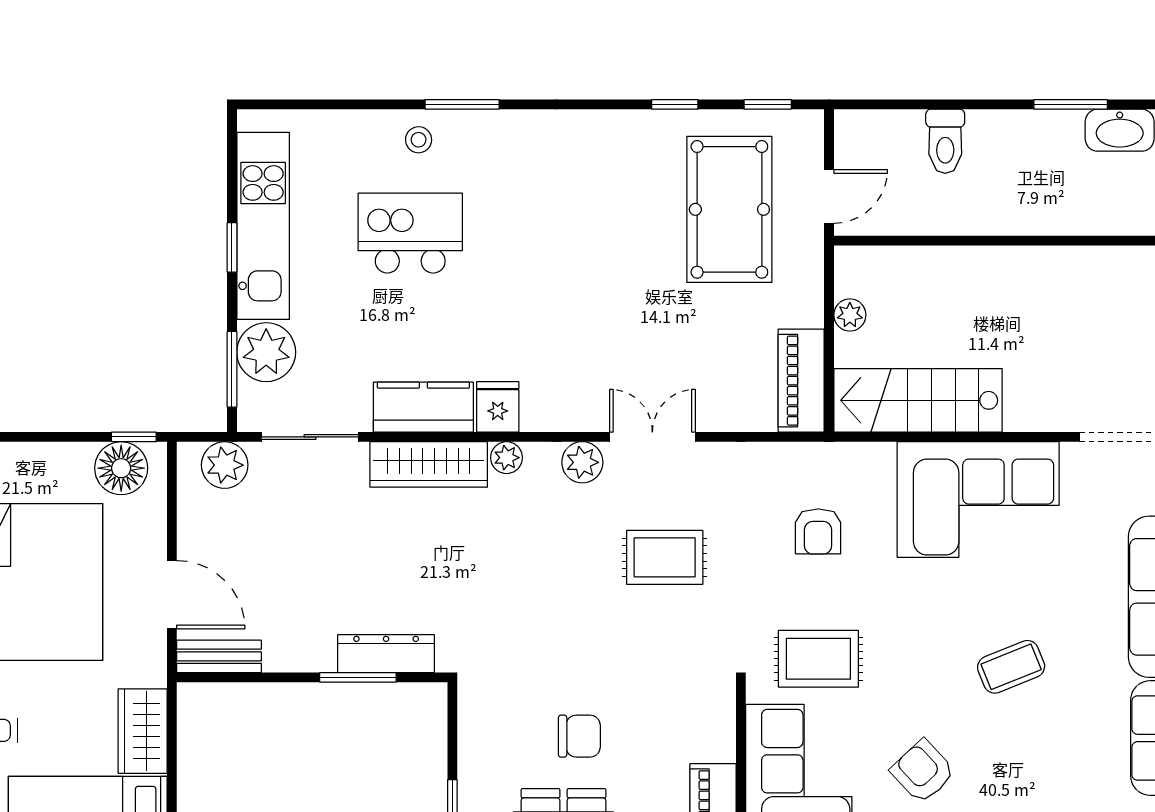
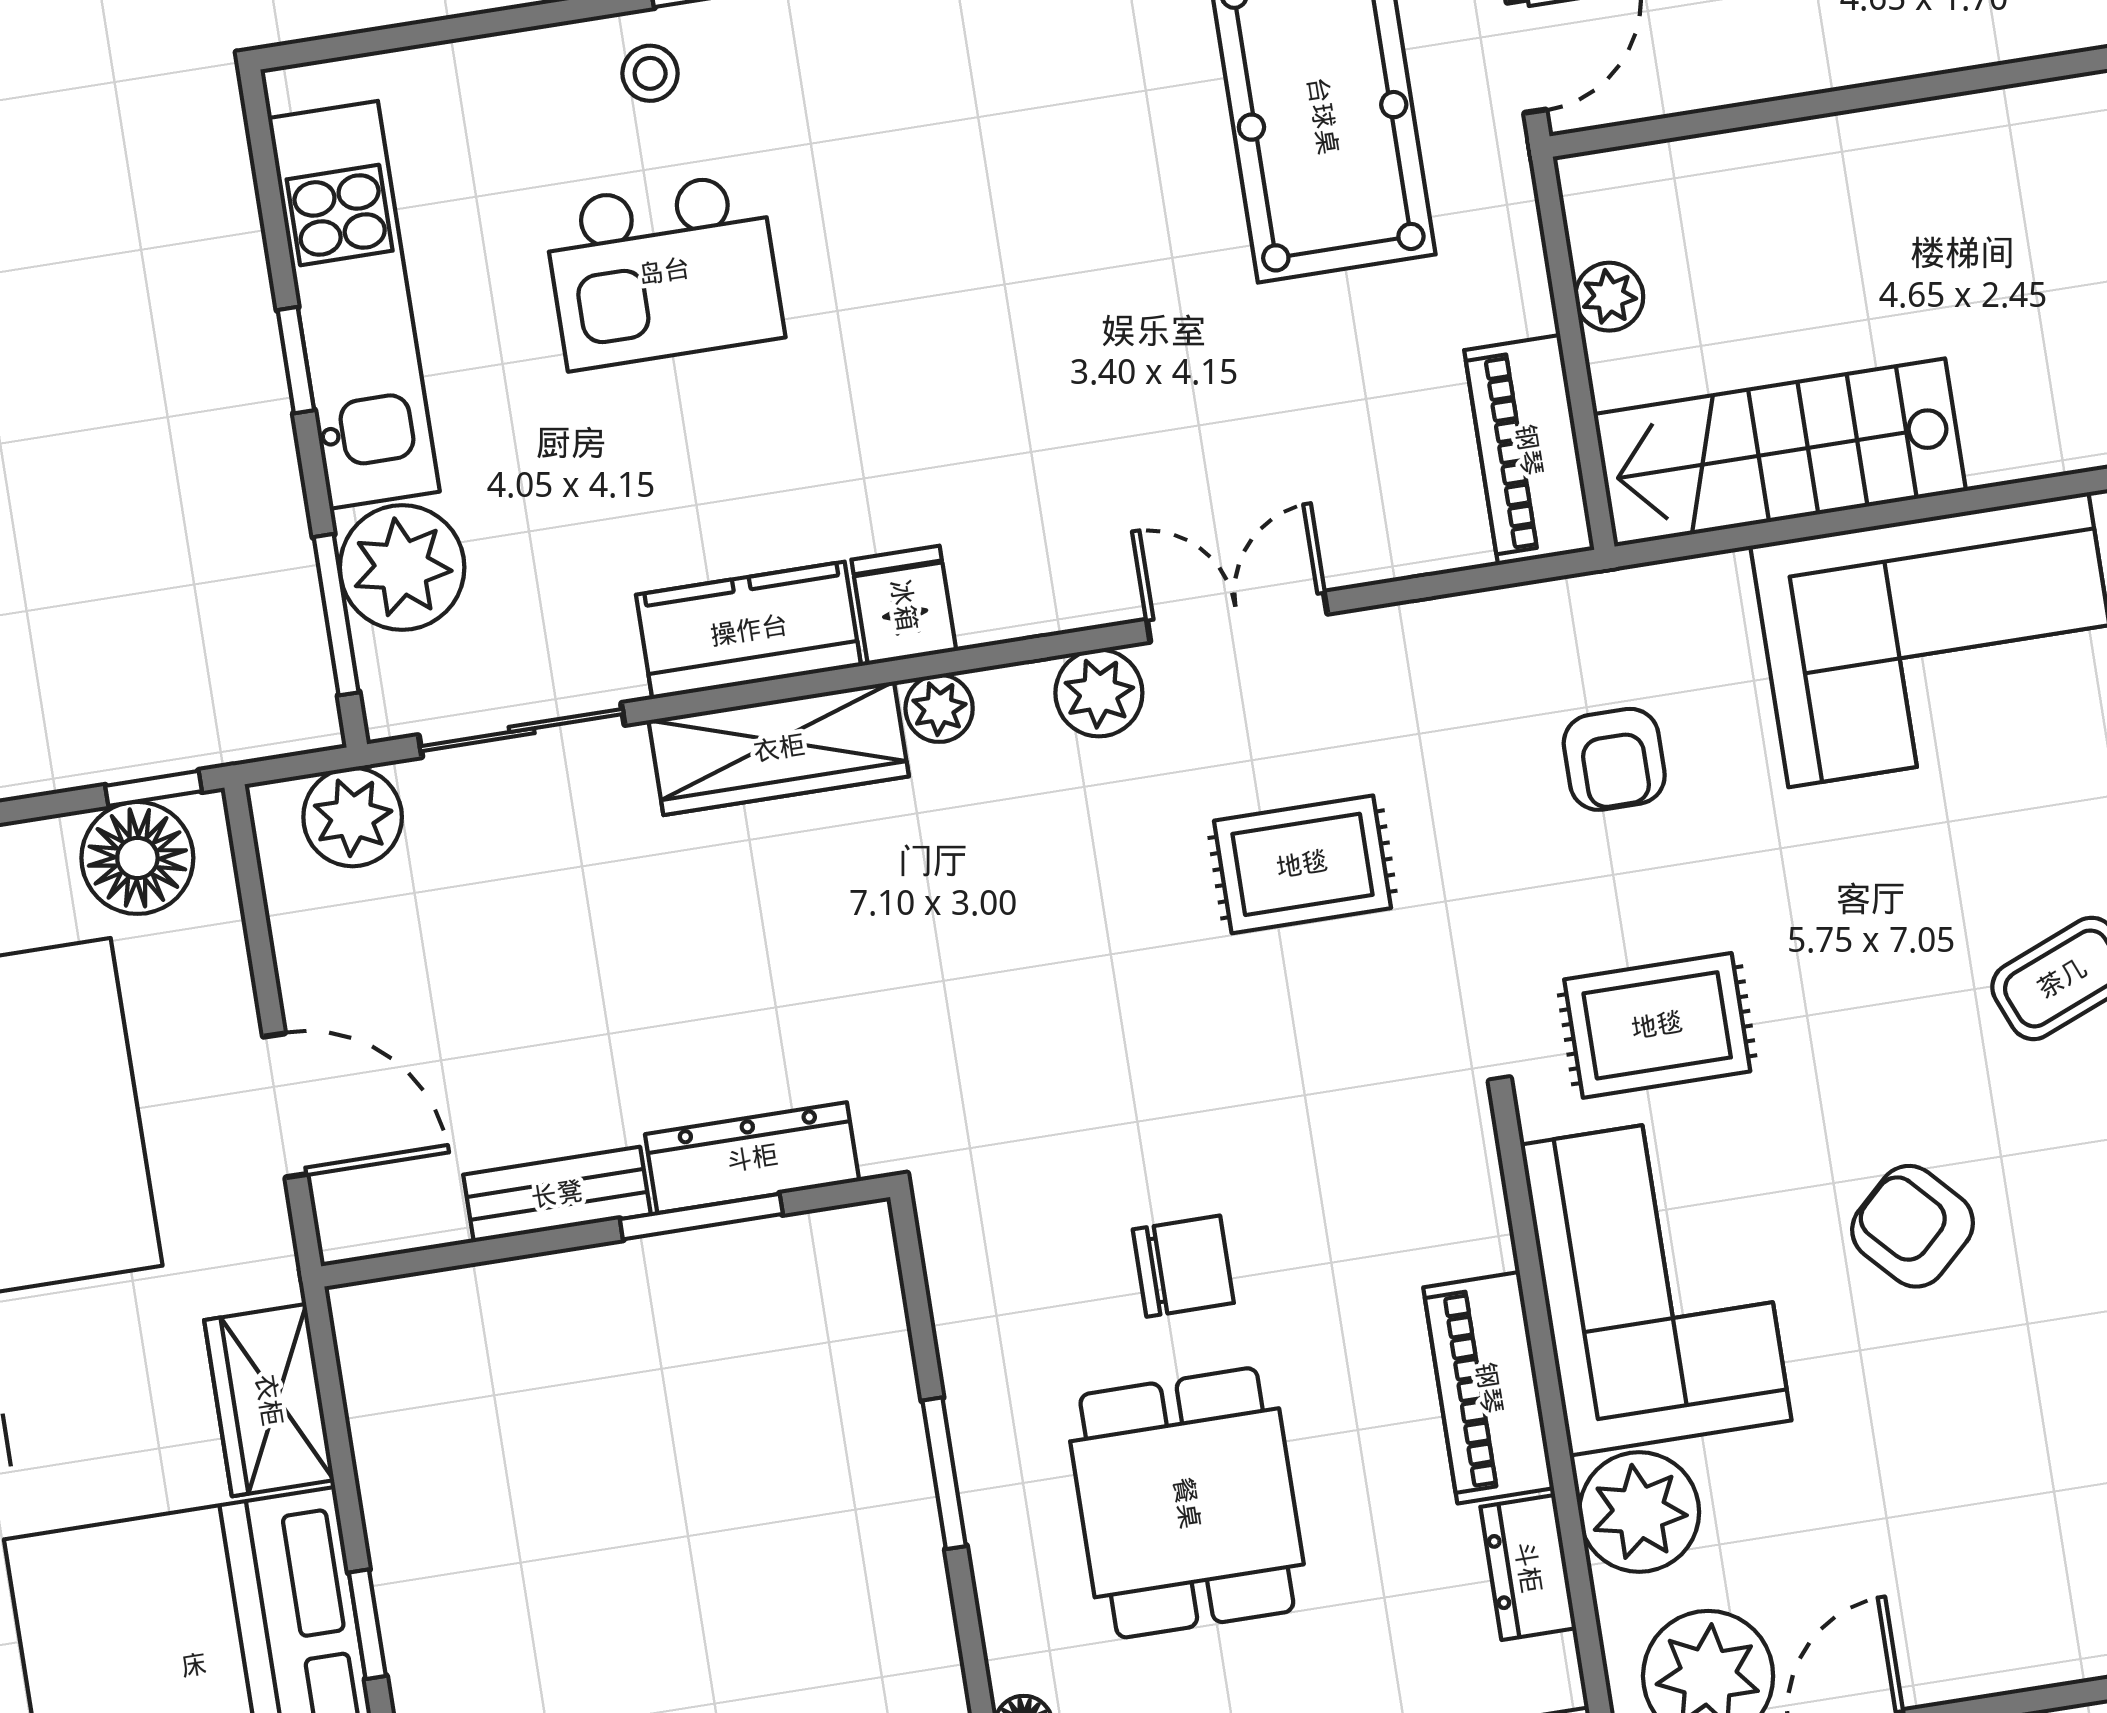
kitchen island: (410, 233) -> (664, 271), turned 180
bench: (219, 656) -> (557, 1194), moved

